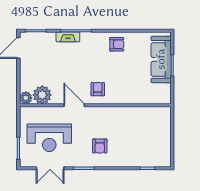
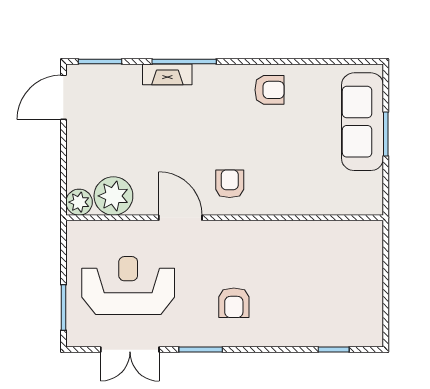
reception desk: (49, 138) -> (128, 286), turned 180

